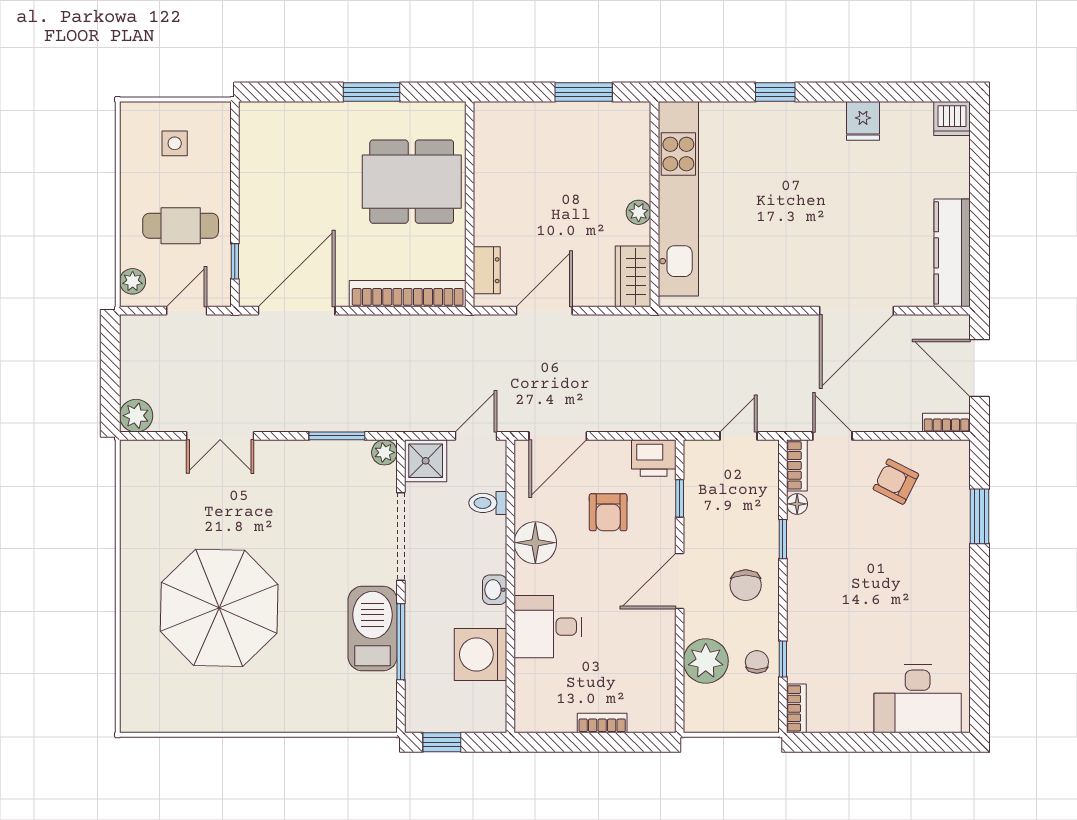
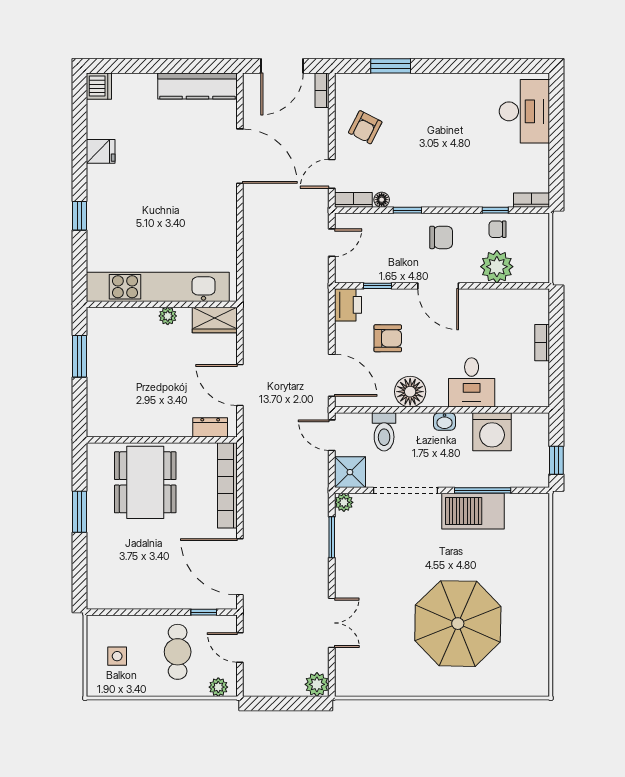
door: (738, 436) -> (332, 243), swing flipped
toilet: (488, 503) -> (384, 432), width x1.37, depth x1.39

